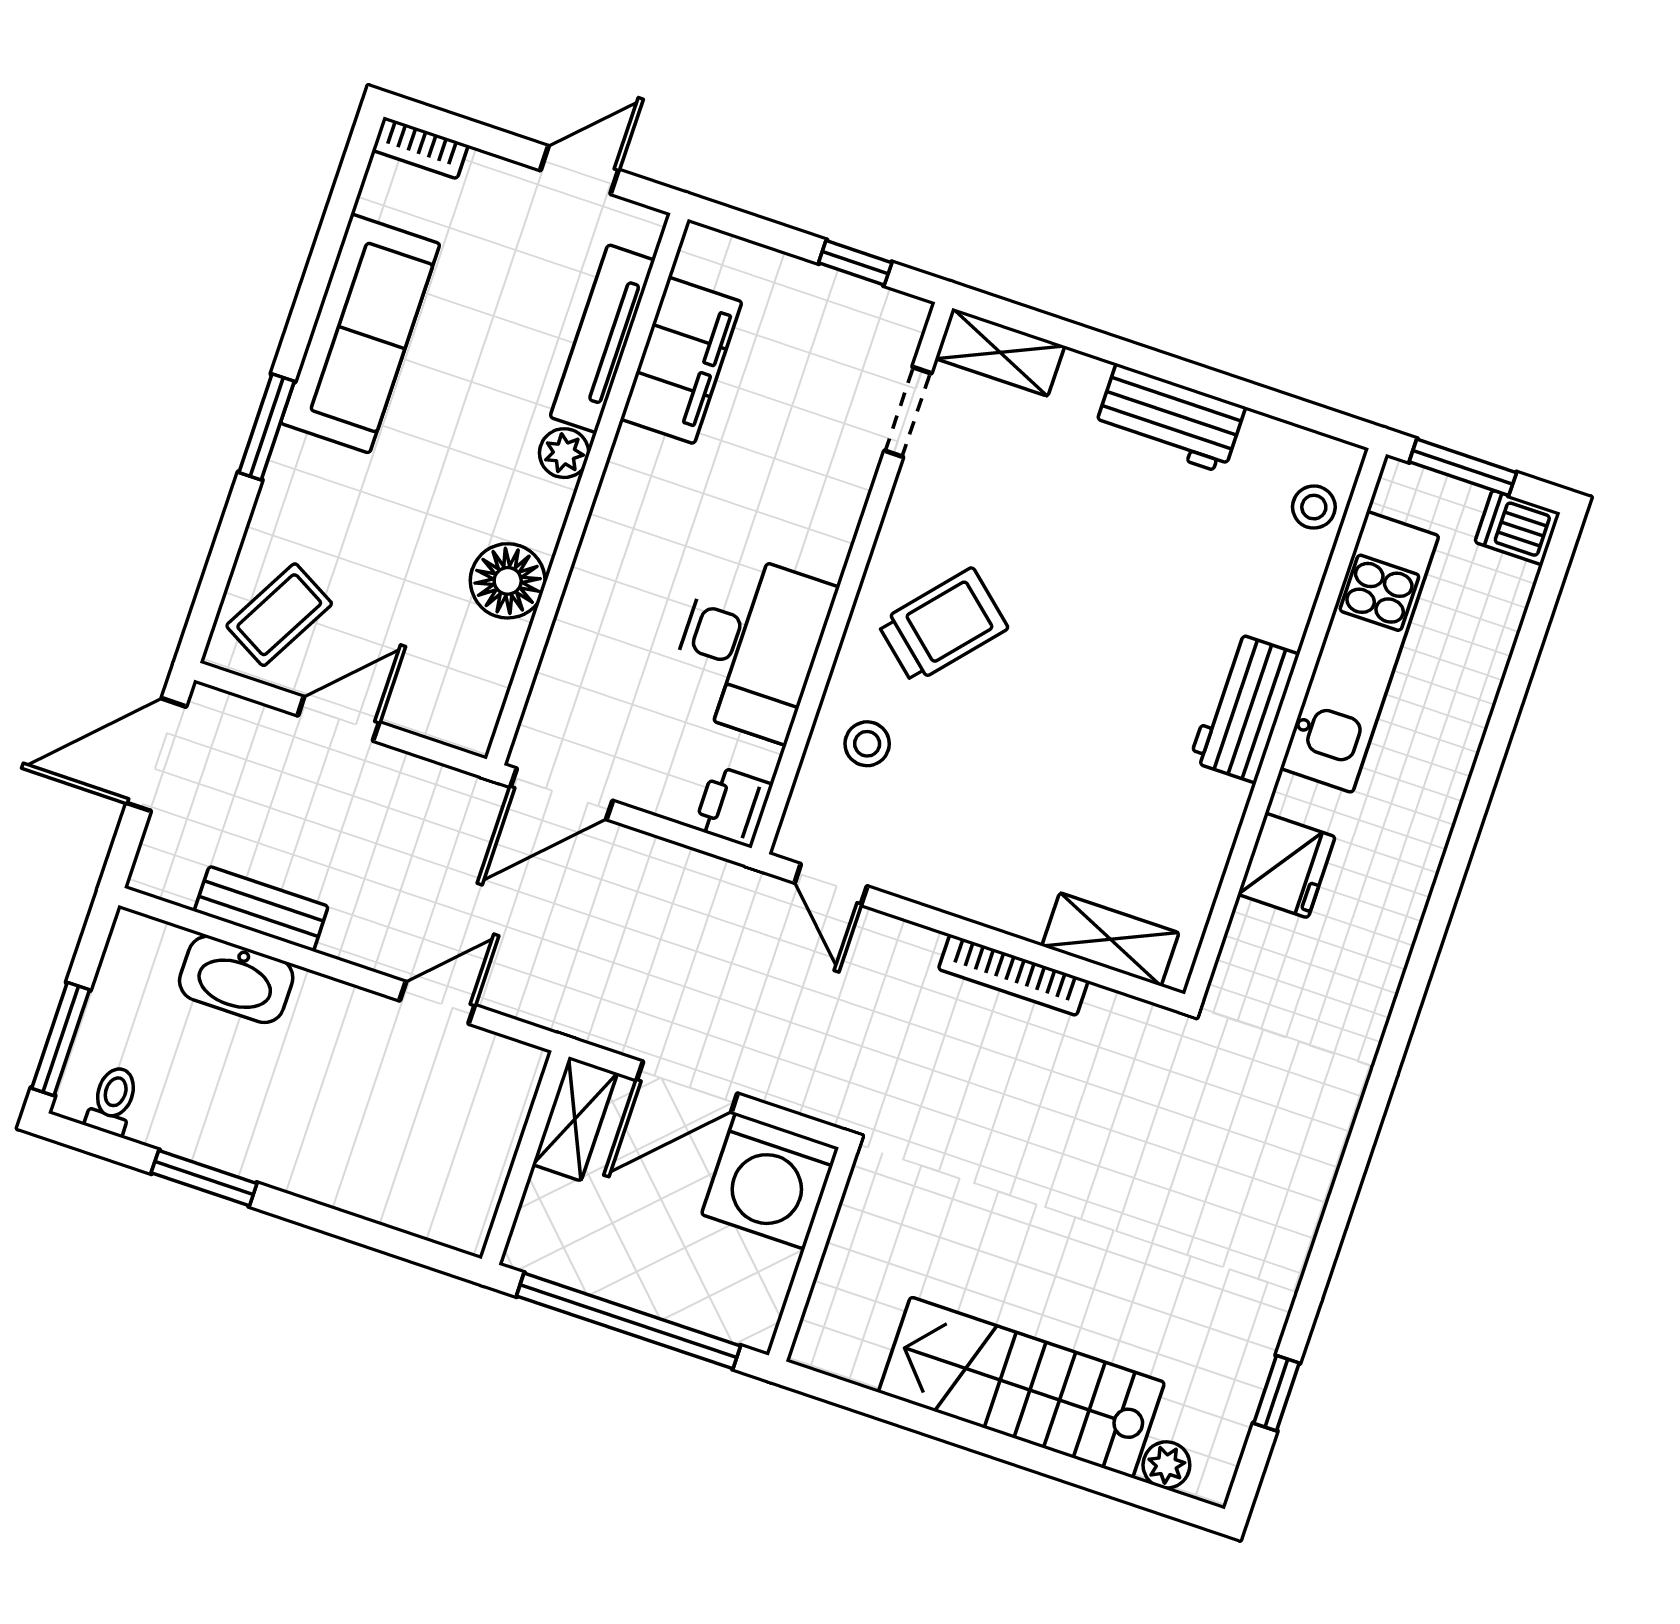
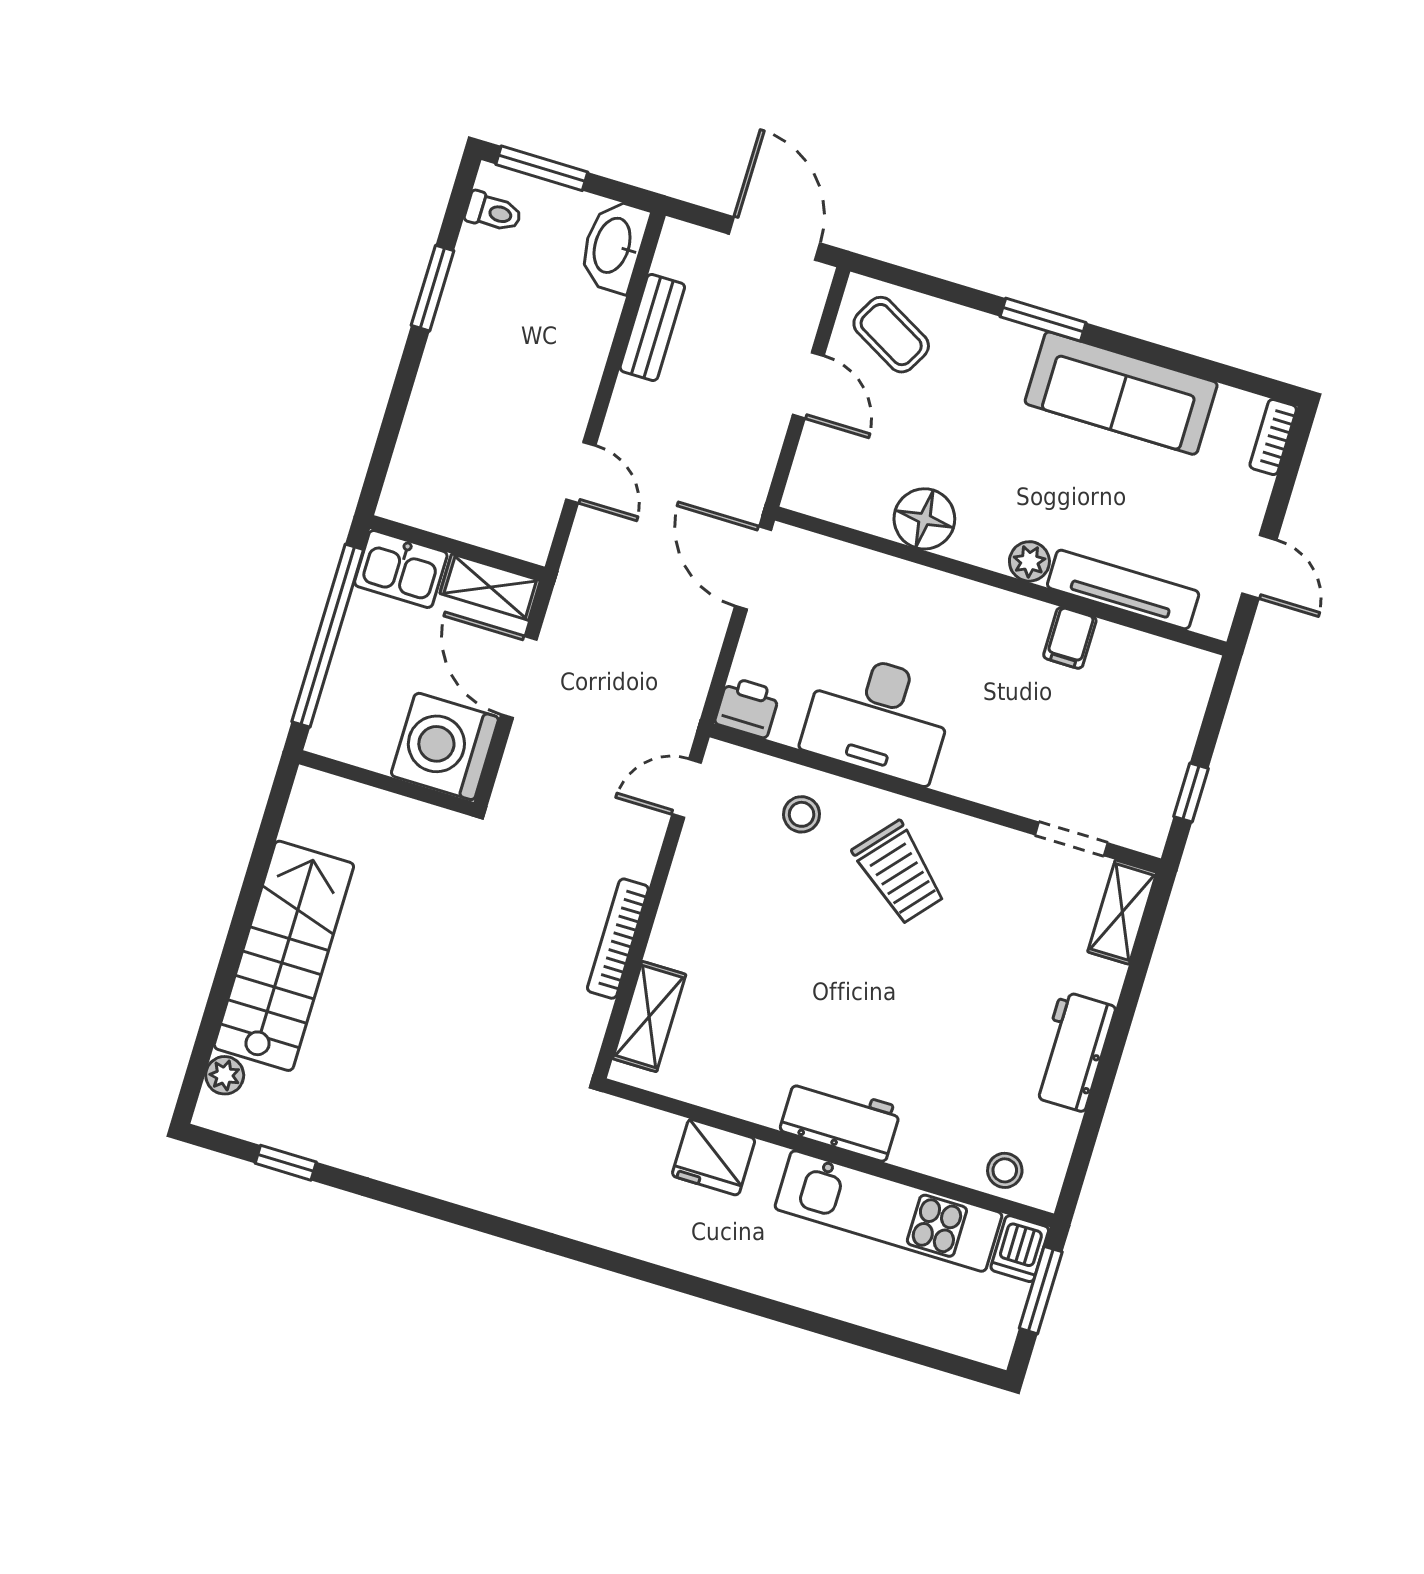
filing cabinet: (681, 360) -> (1070, 638), width x0.33, depth x0.86
dishwasher: (1518, 528) -> (1020, 1249), moved, turned 180
washbasin: (236, 979) -> (614, 246), moved
kitchen sink: (549, 1228) -> (401, 569), added

